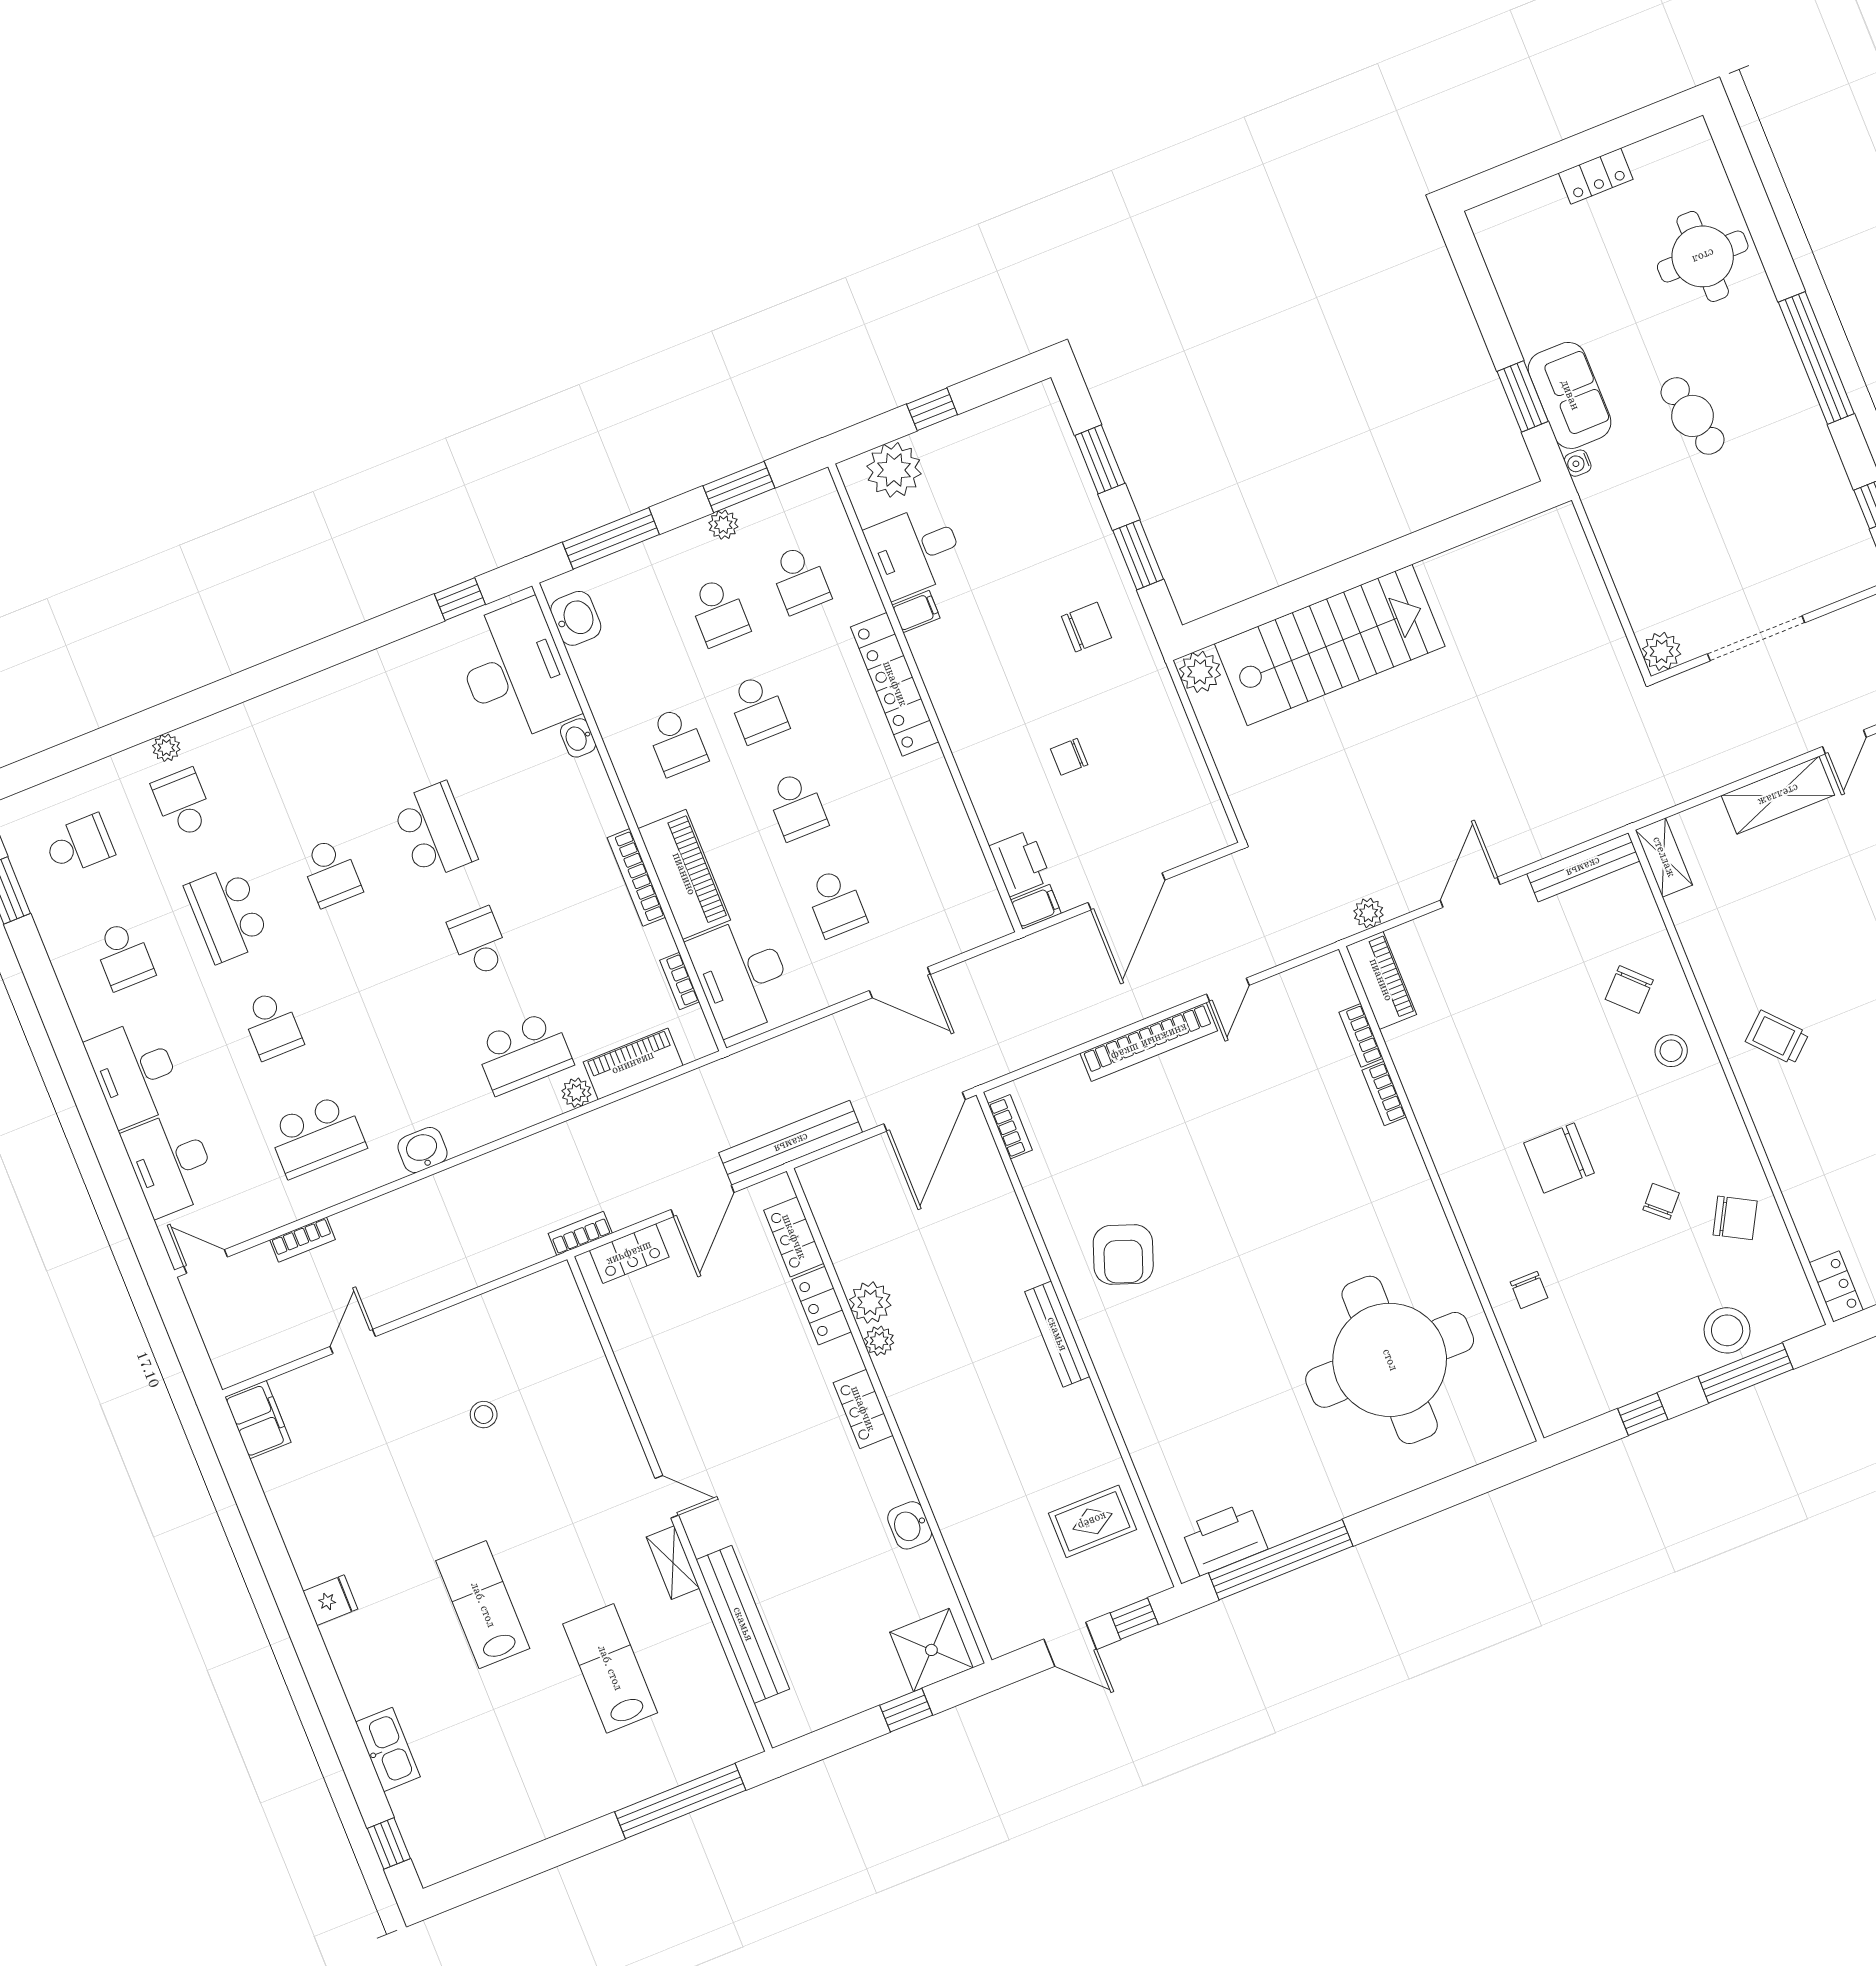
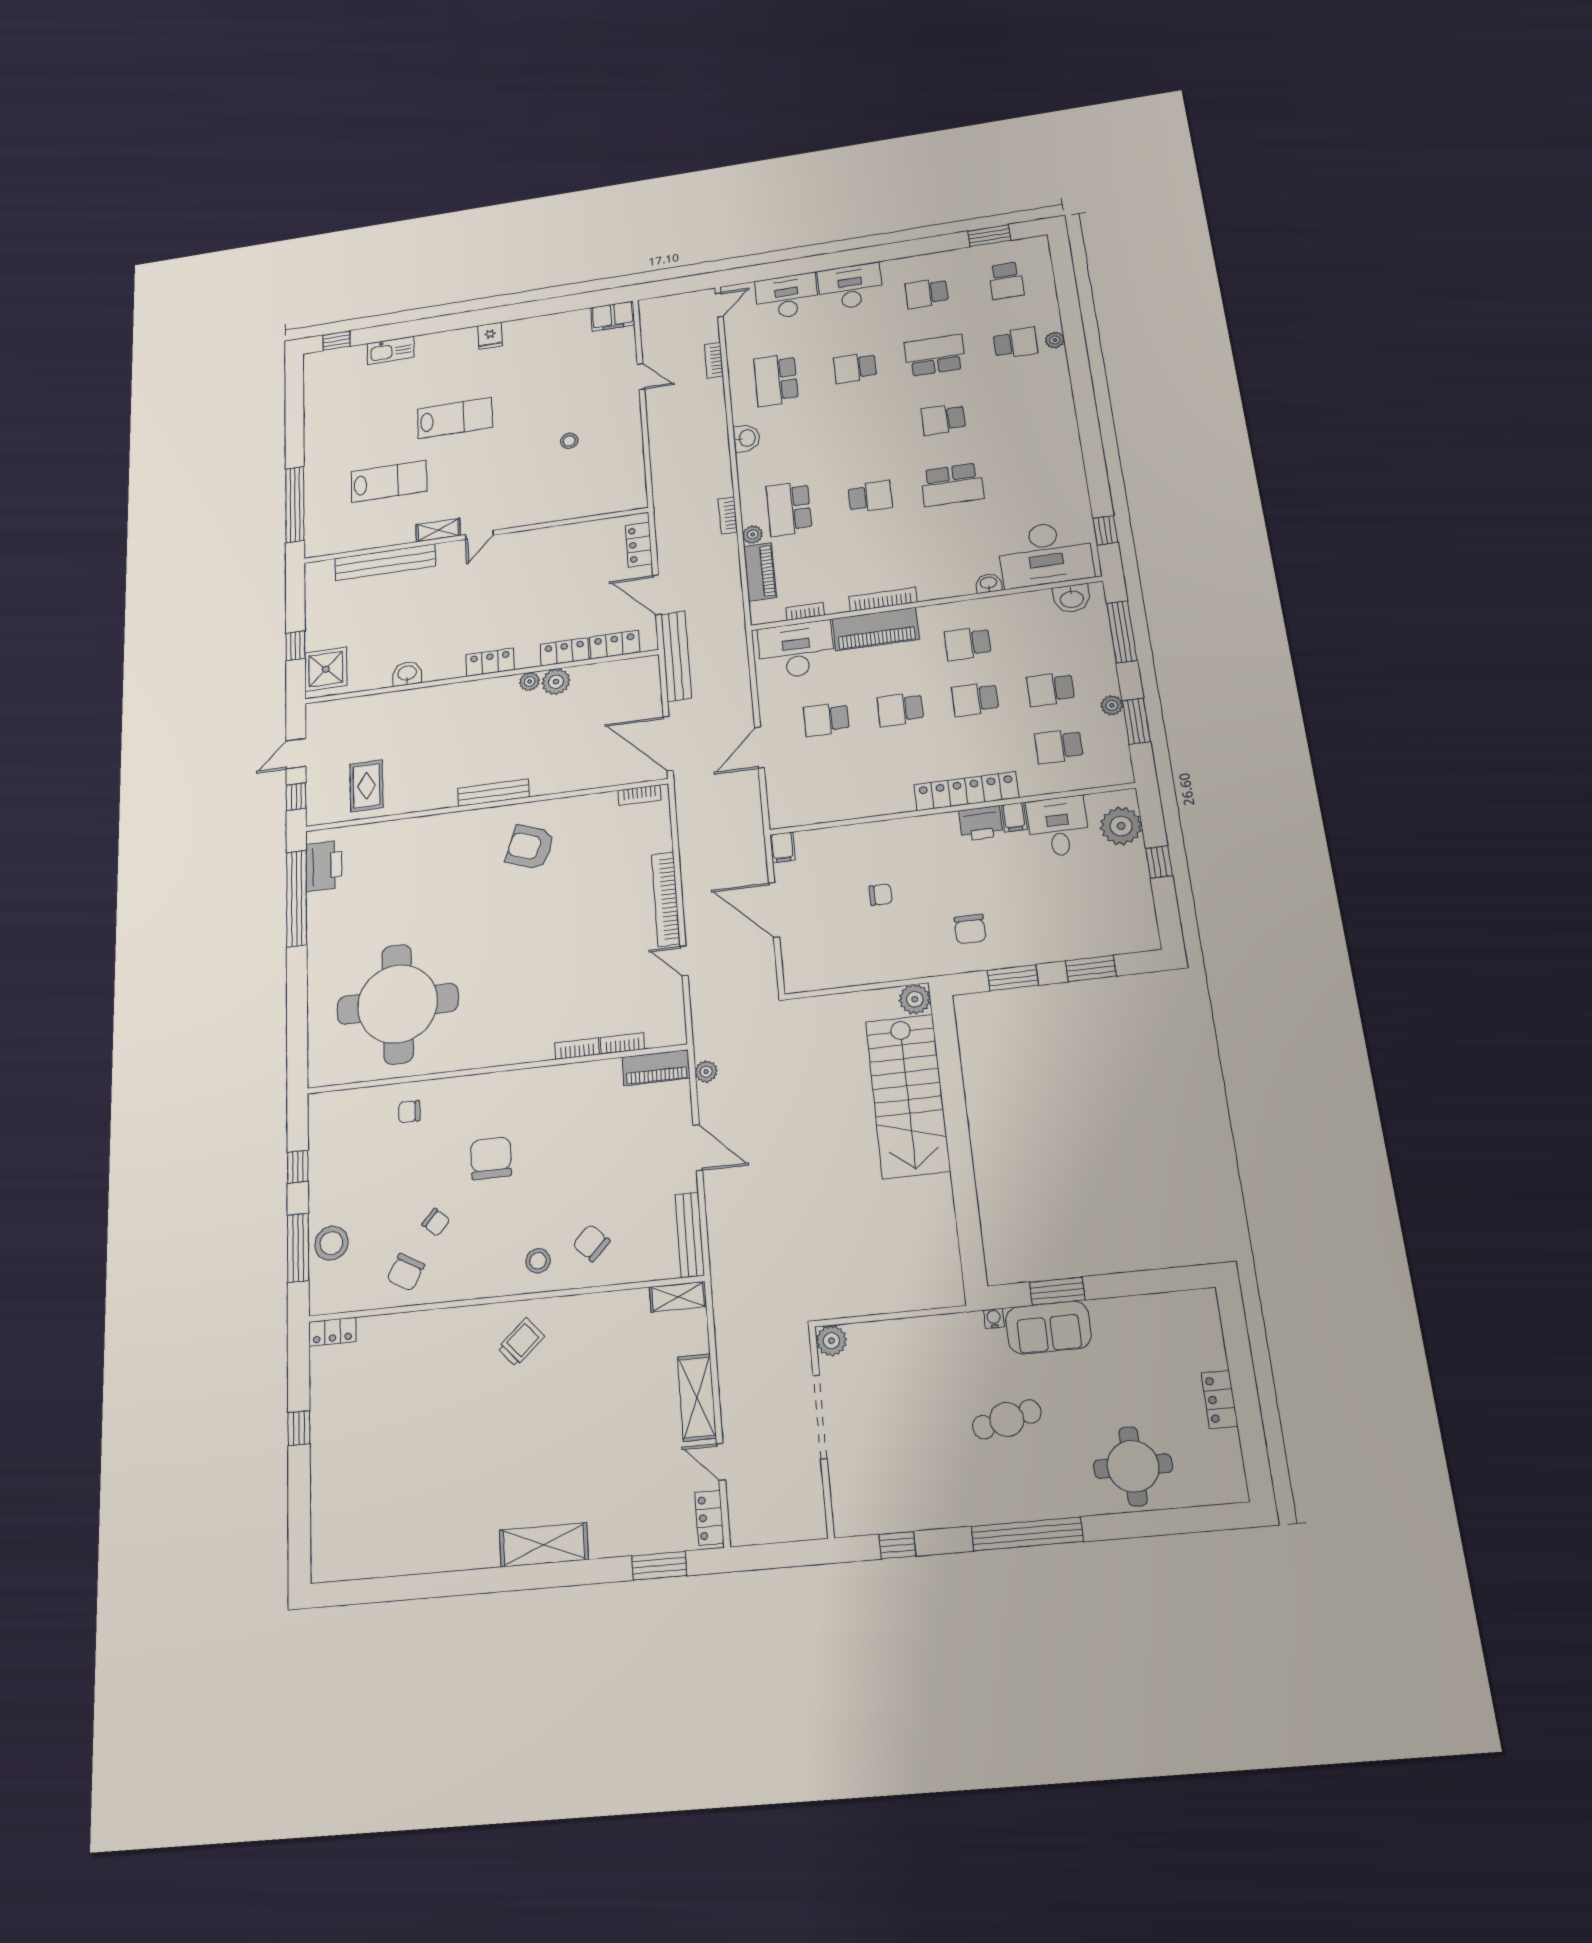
chair: (1069, 757) -> (881, 895), turned 90
printer: (1020, 863) -> (981, 823), moved
bookcase: (580, 1233) -> (728, 516), moved, turned 180

